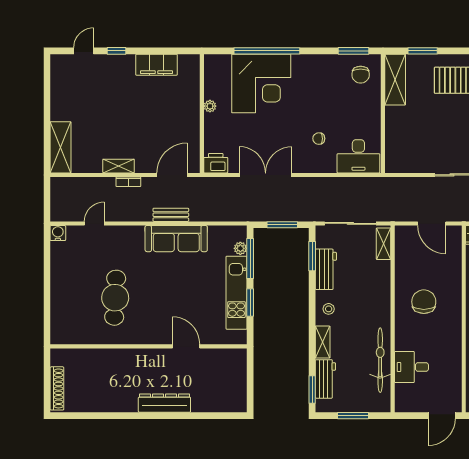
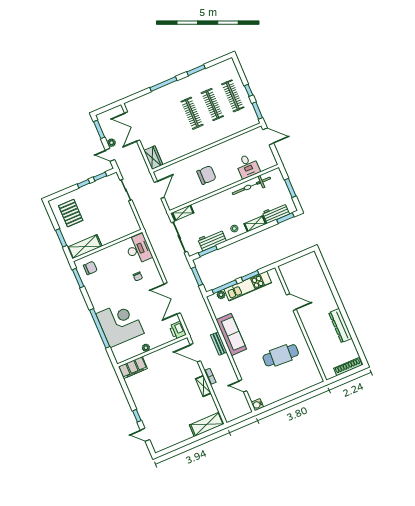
filing cabinet: (157, 65) -> (133, 368), moved, turned 90
chair: (424, 302) -> (207, 175), turned 180
door: (186, 346) -> (291, 302), swing flipped
dresser: (164, 403) -> (340, 326), moved

